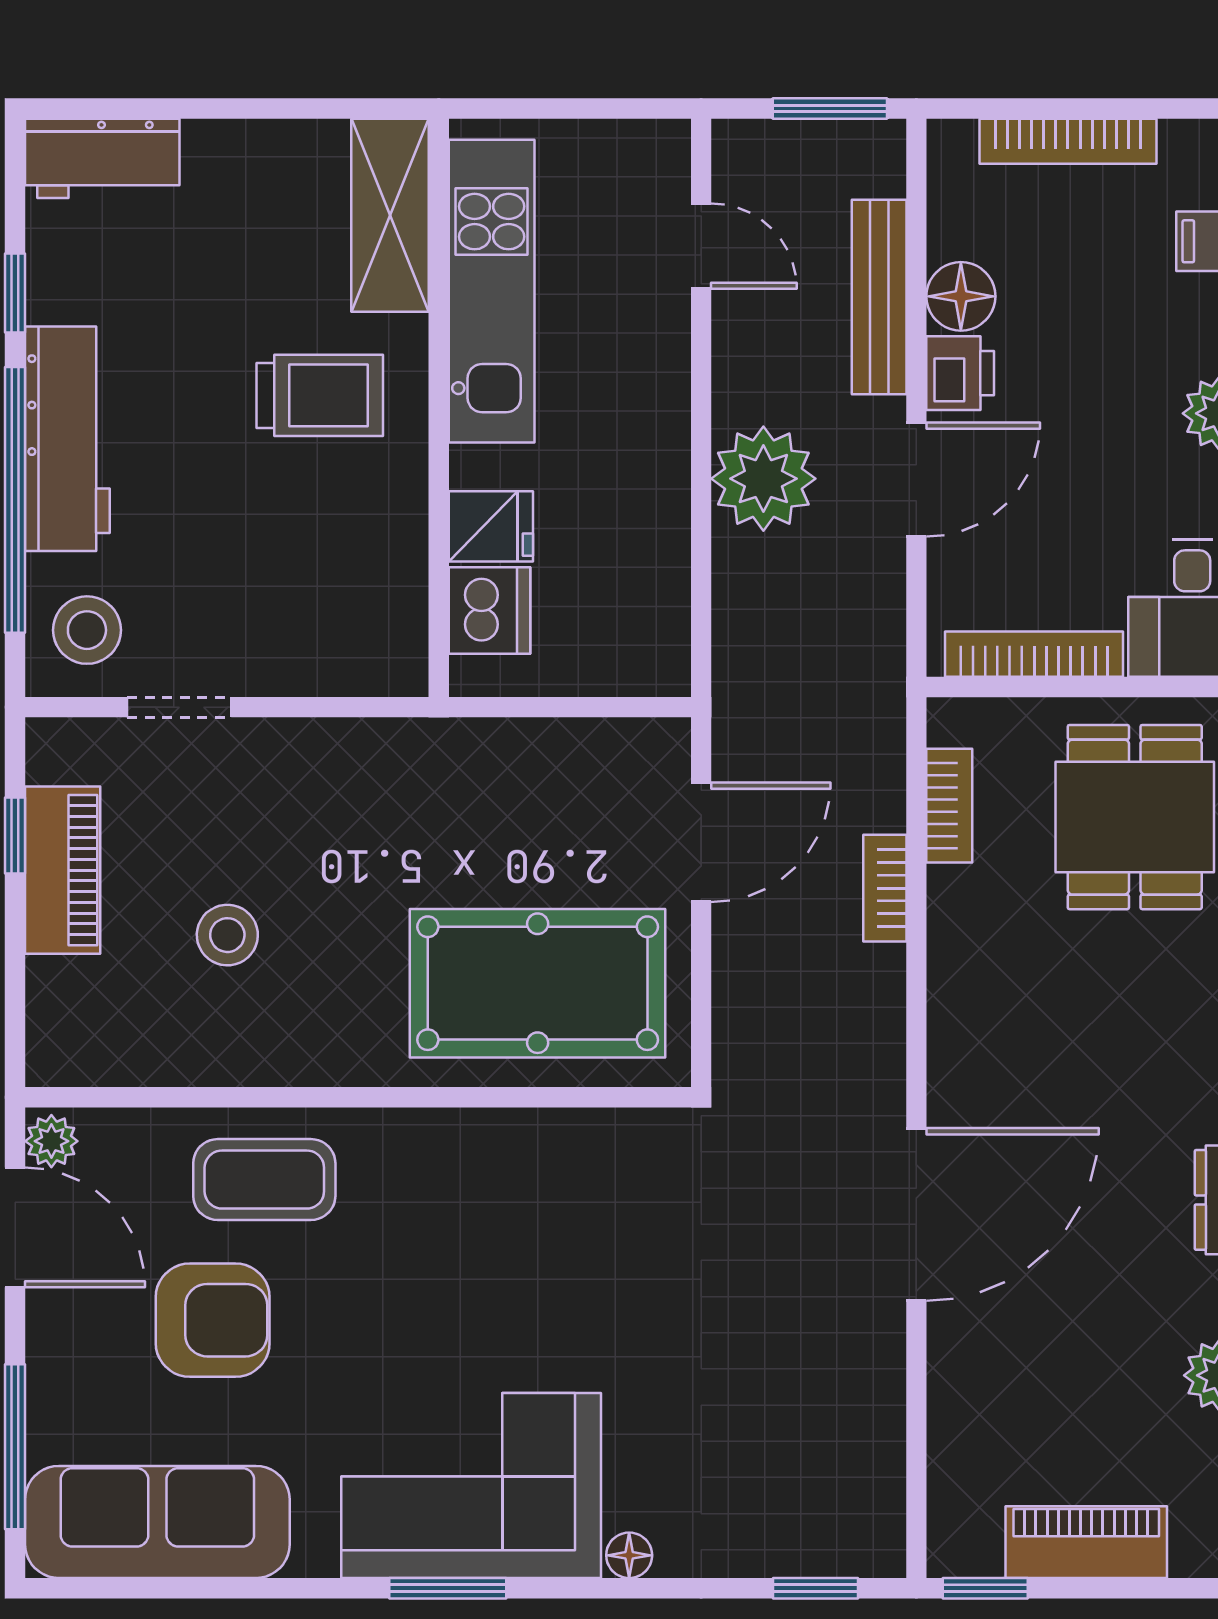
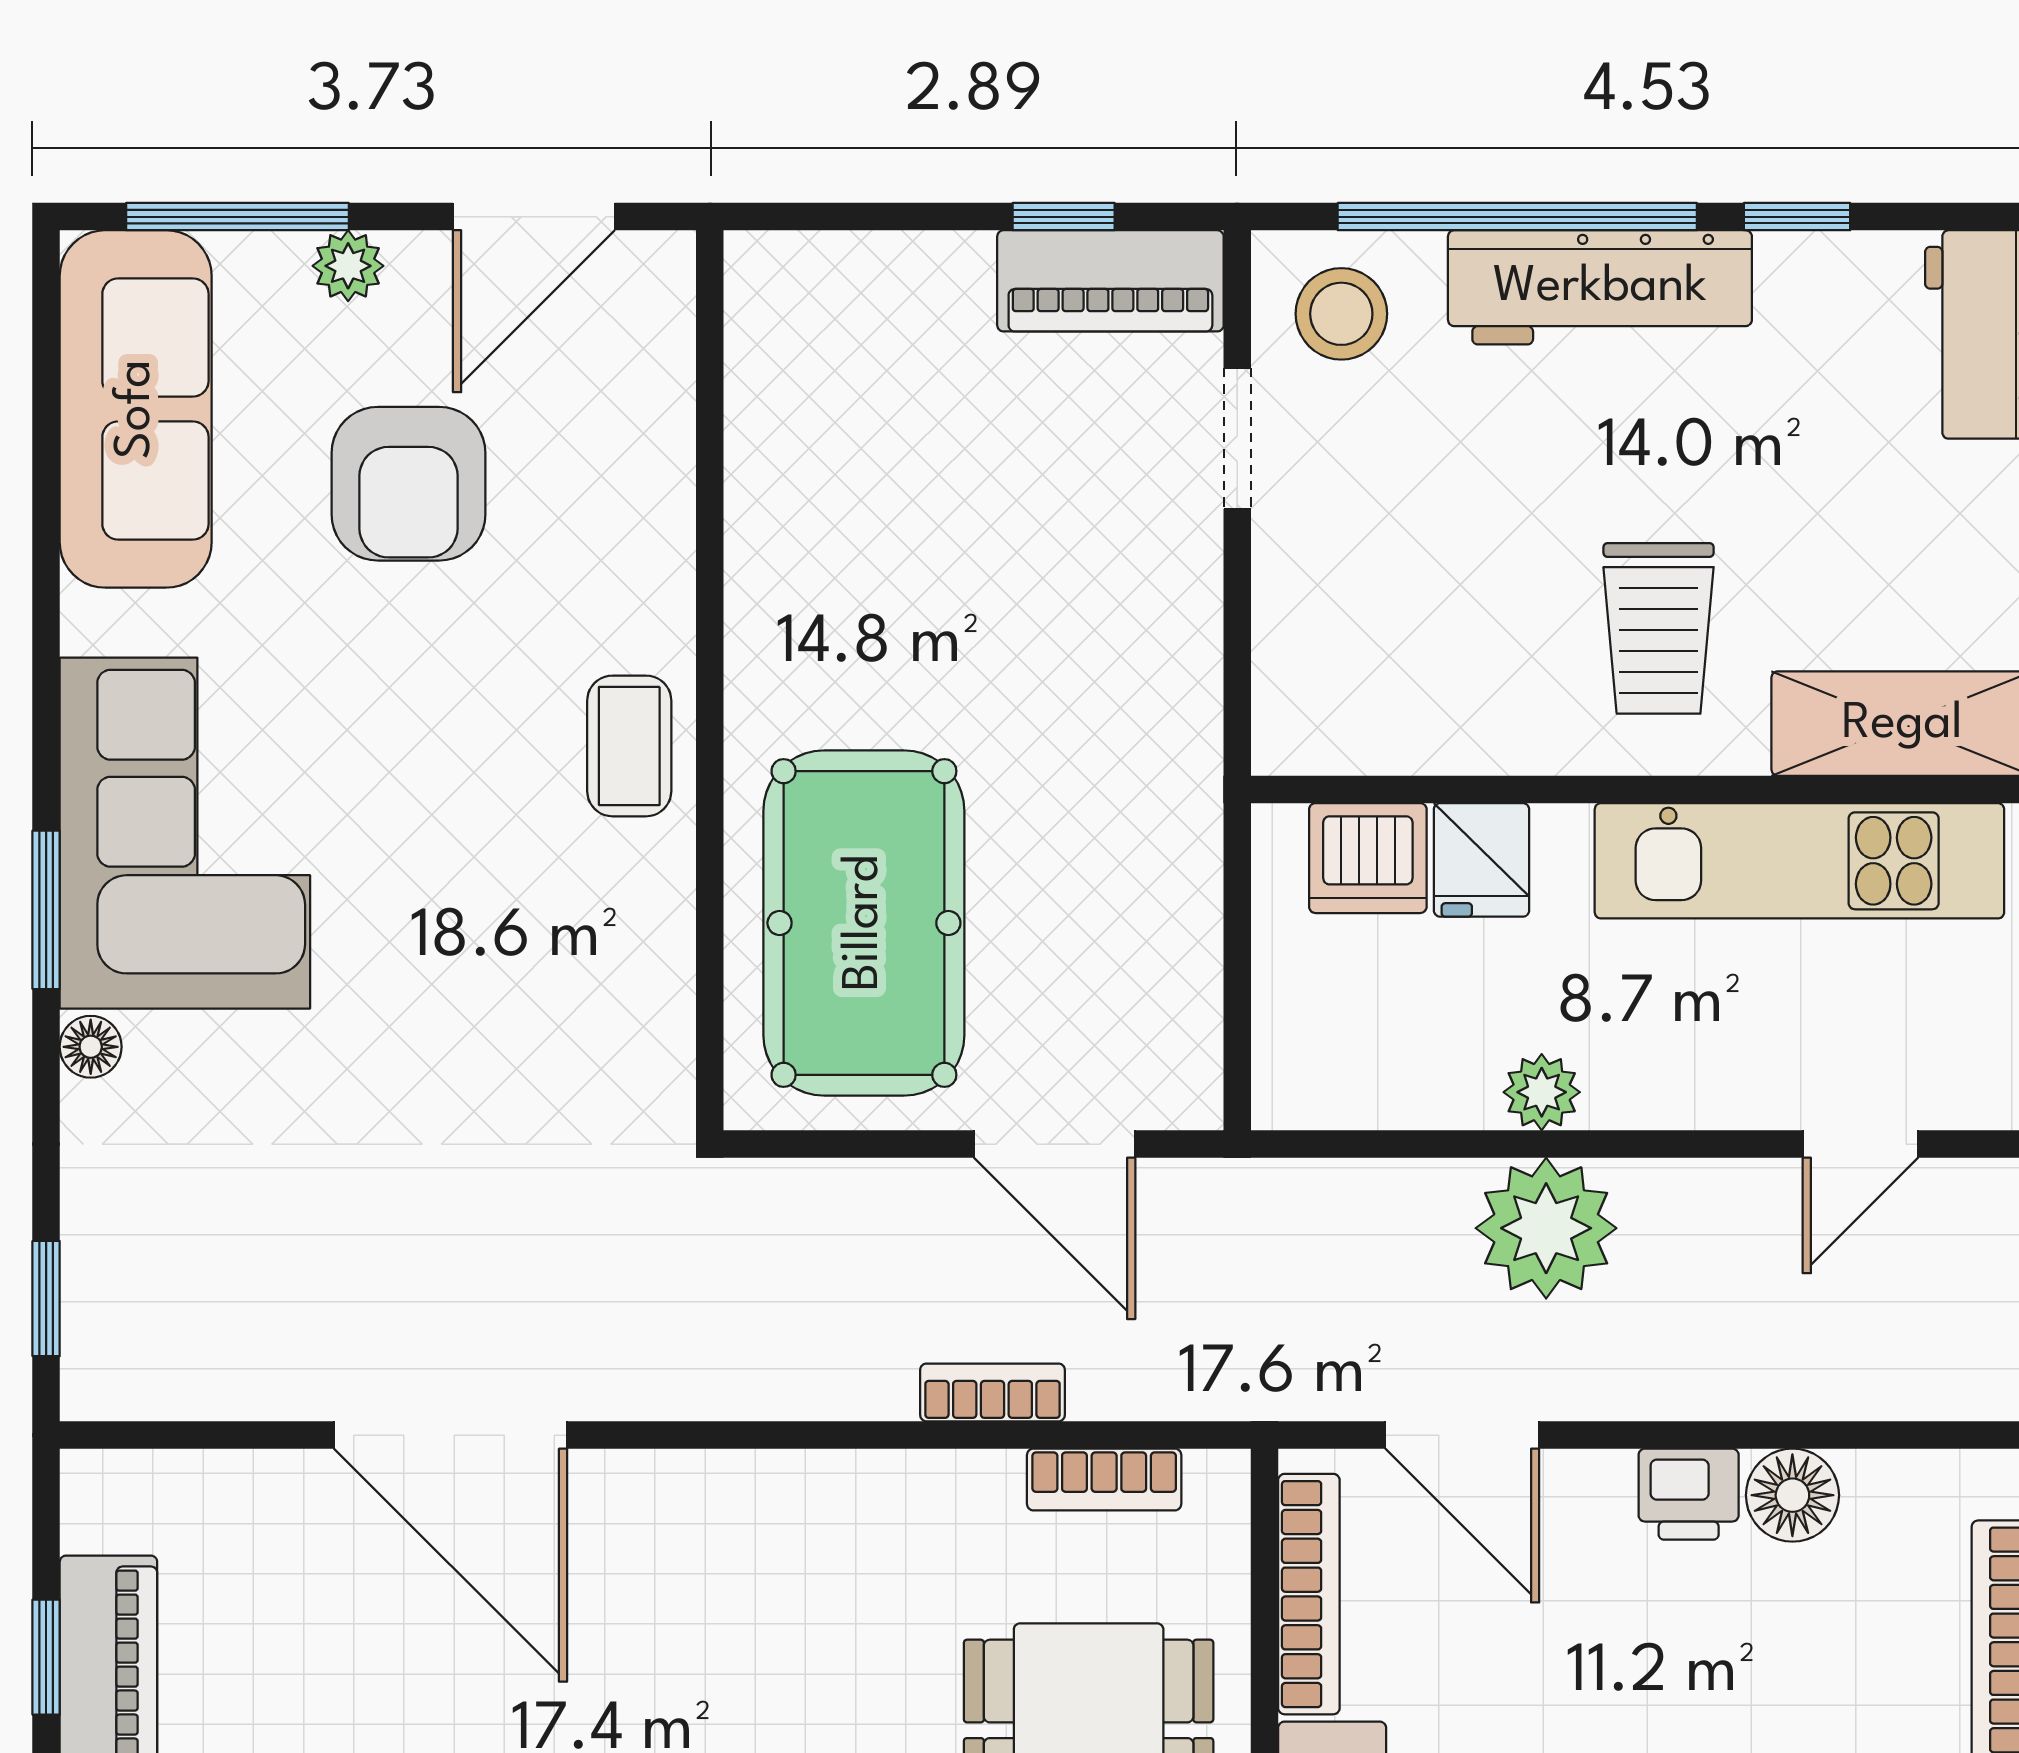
bench: (879, 297) -> (1792, 1385), removed
door: (916, 480) -> (1462, 1435), moved
plant: (663, 482) -> (1542, 1092), added
piano: (63, 870) -> (1110, 281), moved
stool: (227, 935) -> (929, 504), removed
plant: (51, 1141) -> (348, 266), moved
coffee table: (264, 1180) -> (629, 746), moved, width x0.73, depth x0.77
door: (916, 1214) -> (451, 1435), moved
window: (448, 1588) -> (46, 910), moved
window: (985, 1588) -> (46, 1657), moved

